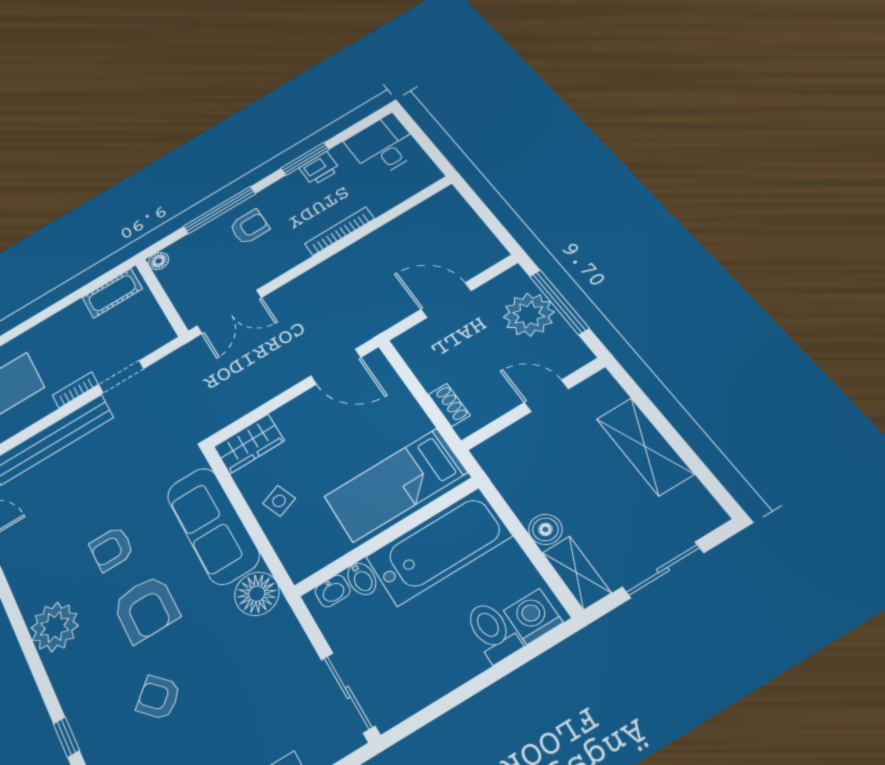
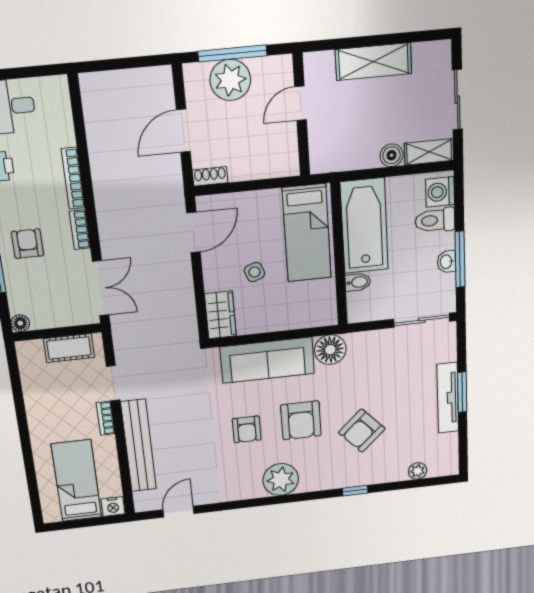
bookcase: (287, 263) -> (80, 230), added
cot: (112, 293) -> (69, 348), moved, turned 90
shoe rack: (449, 405) -> (210, 176), moved
side table: (279, 501) -> (254, 272), moved
washbasin: (333, 591) -> (446, 262), moved, turned 180
armchair: (146, 609) -> (301, 420), turned 90
armchair: (158, 697) -> (362, 431), width x1.38, depth x1.38
window: (457, 697) -> (460, 259), added

